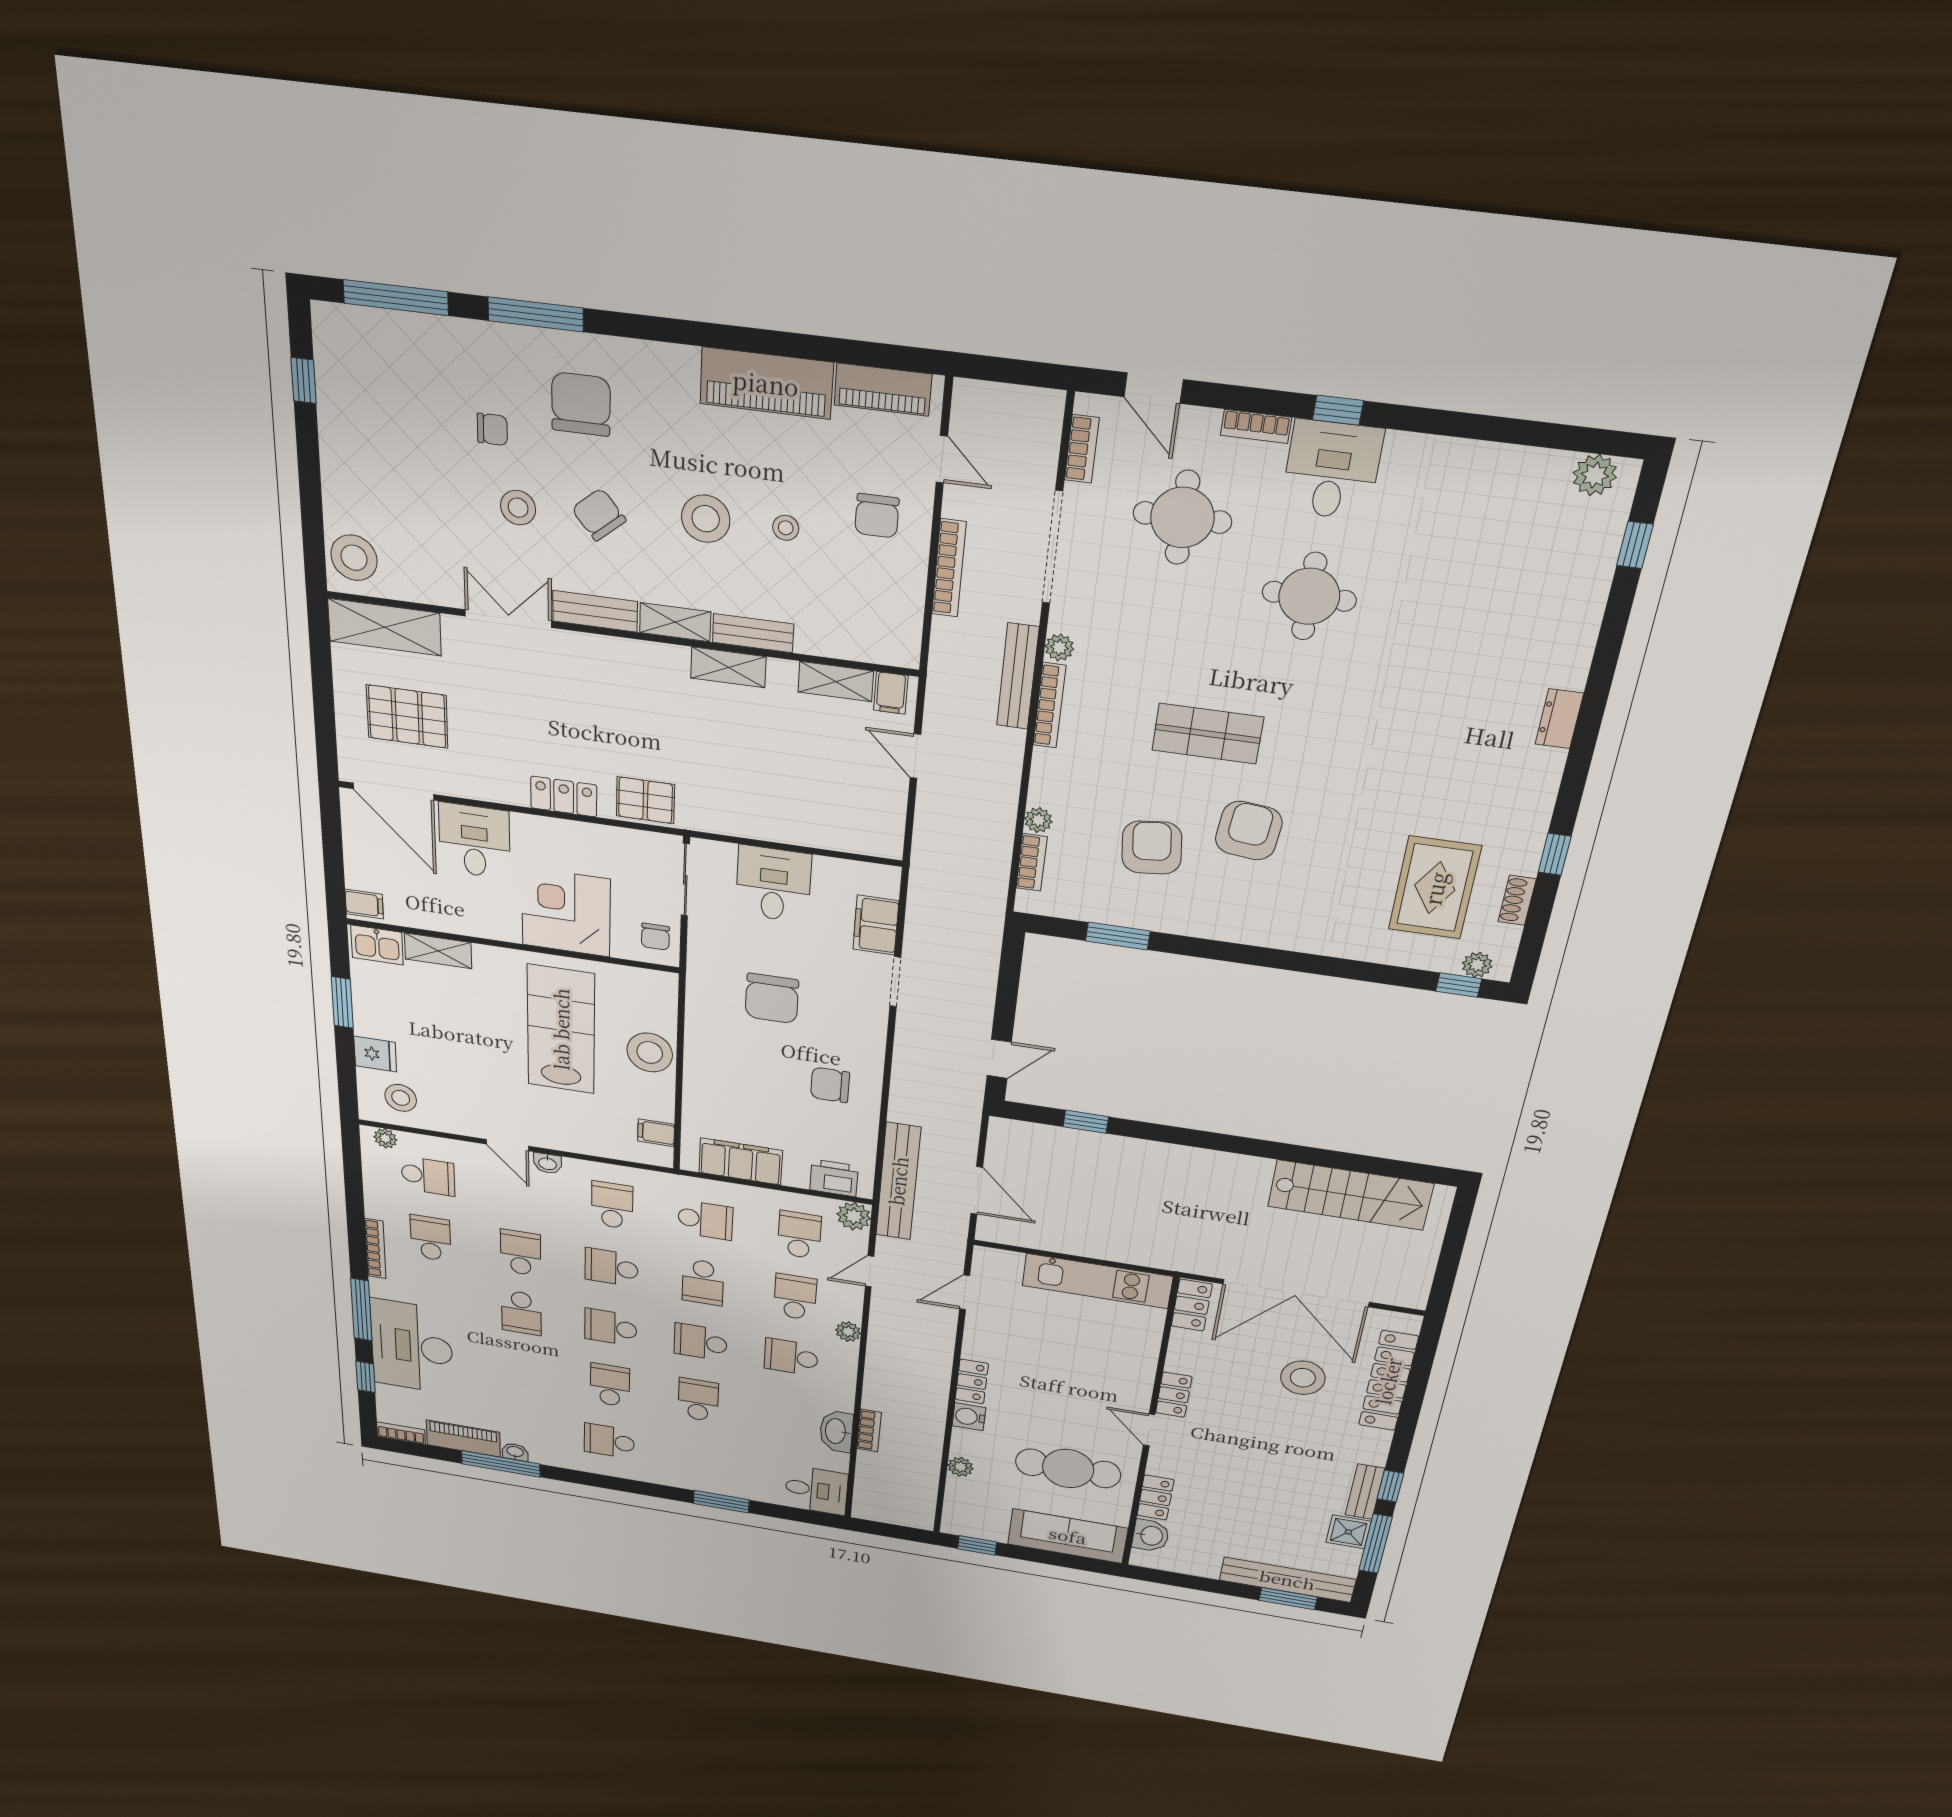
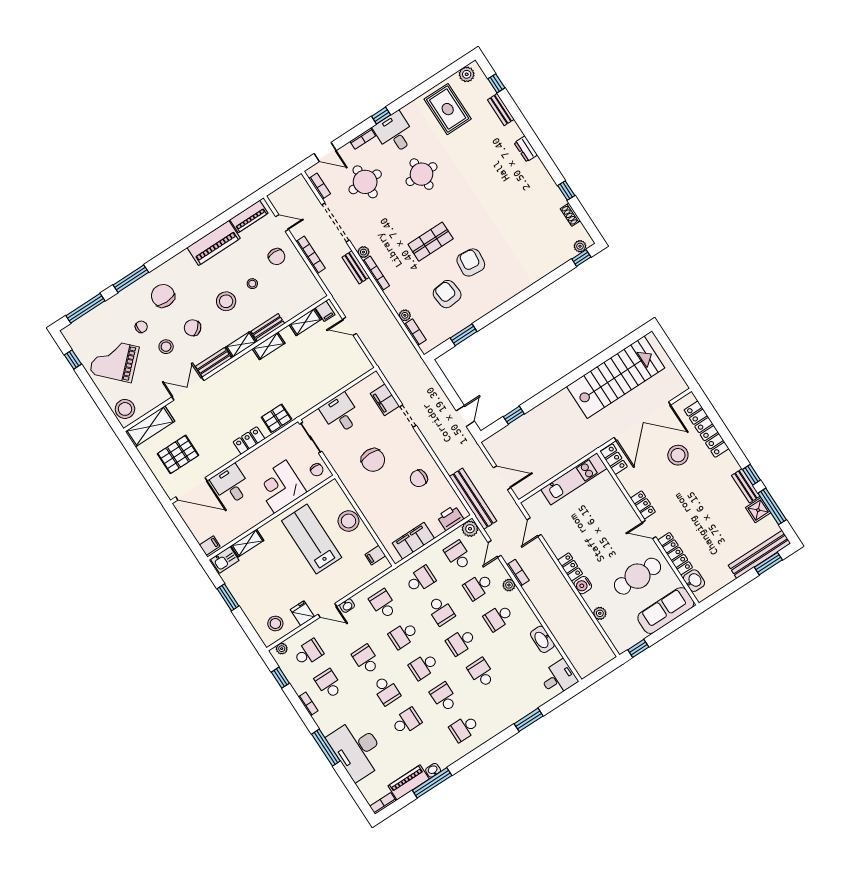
grand piano: (392, 450) -> (114, 360), added
bench: (1590, 604) -> (501, 109), added
bench: (1018, 676) -> (356, 267), width x0.73
rug: (1435, 888) -> (448, 109), moved
fridge: (375, 1054) -> (302, 613), moved, turned -90
stairs: (1350, 1195) -> (616, 377), width x1.36, depth x1.51
bookcase: (375, 1249) -> (308, 704), width x0.64
school desk: (795, 1297) -> (478, 586), turned -90
school desk: (522, 1371) -> (406, 722), added
window: (366, 1377) -> (280, 678), moved
bookcase: (869, 1431) -> (518, 573), moved
locker: (1155, 1498) -> (675, 554), width x1.53

